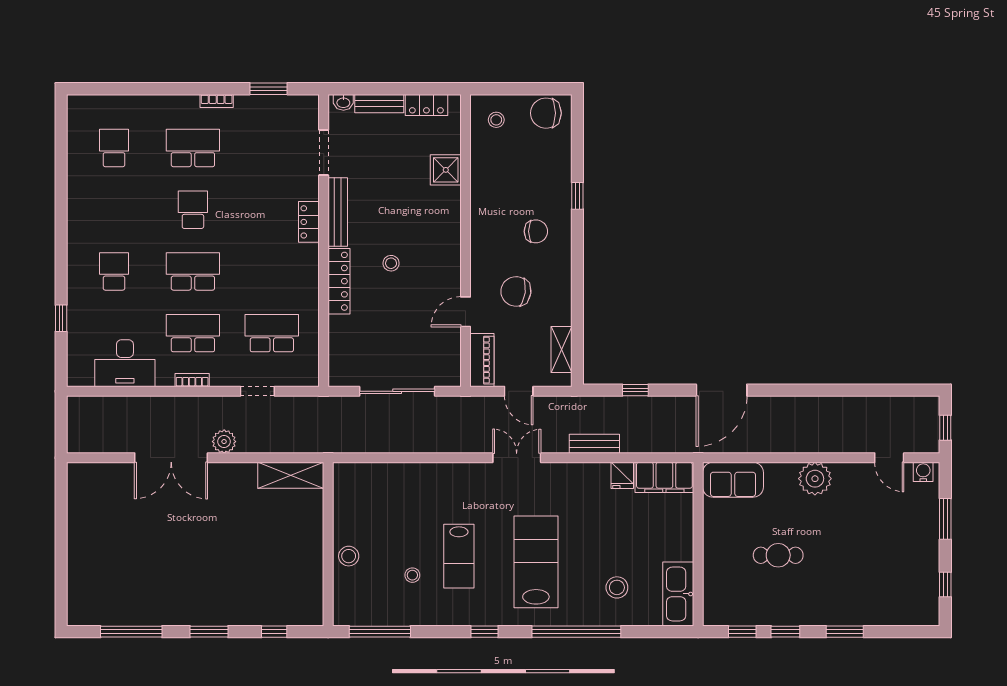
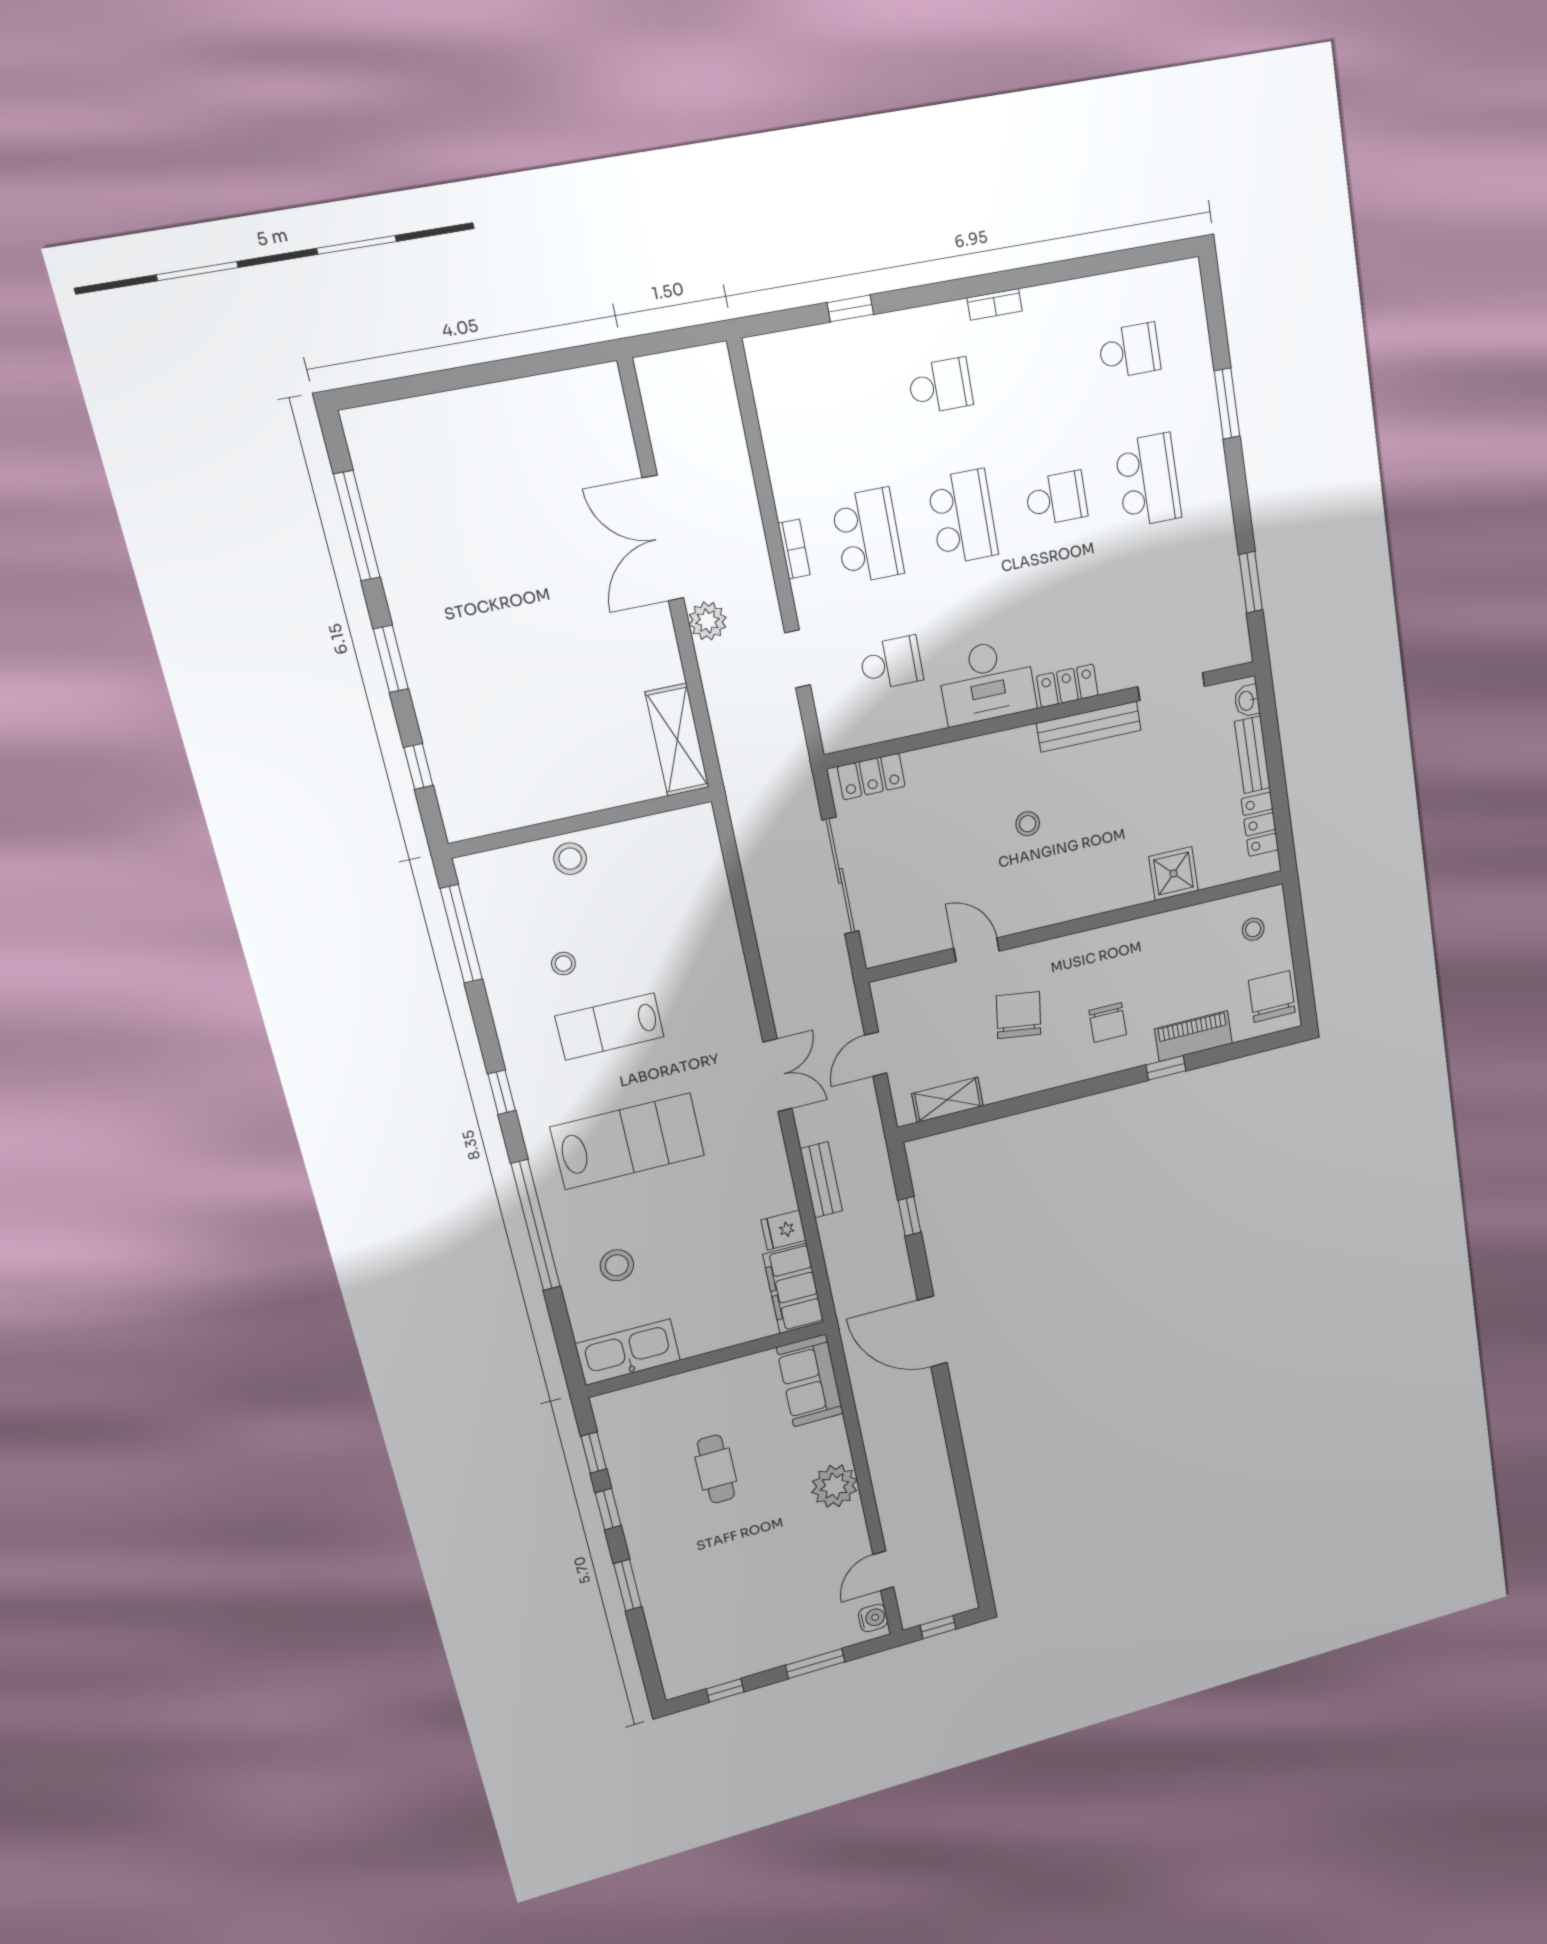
window: (156, 89) -> (1227, 404), added
bookcase: (217, 101) -> (995, 304), moved, turned -90
locker: (339, 281) -> (871, 777), moved, width x0.66
school desk: (272, 333) -> (891, 663), width x0.54
piano: (482, 360) -> (1193, 1036), moved, turned 180
desk: (125, 363) -> (987, 682), moved, turned -90

